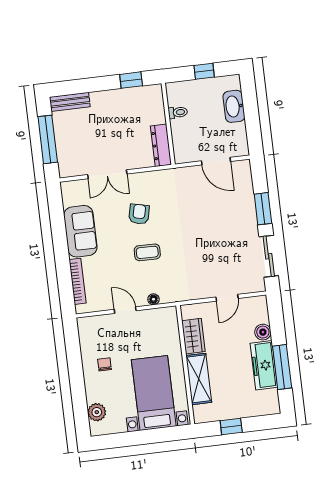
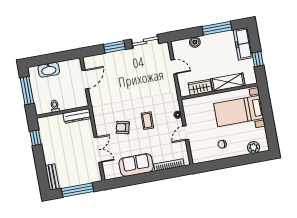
window: (204, 71) -> (27, 91), width x2.17
freezer: (264, 365) -> (243, 44), moved, turned 90

